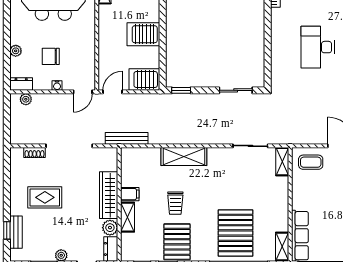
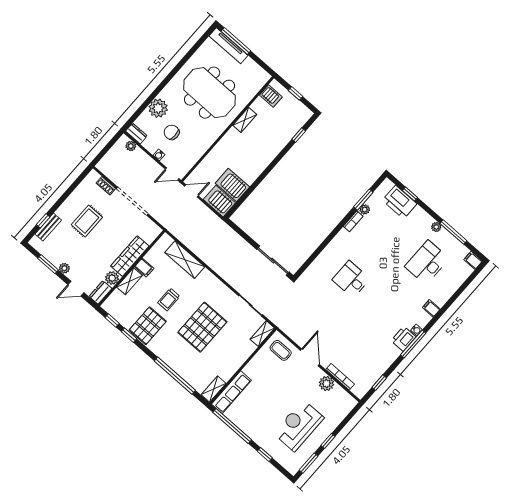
server rack: (143, 34) -> (232, 185), moved
desk: (318, 47) -> (351, 279), width x0.73
plant: (16, 51) -> (158, 108), width x1.88, depth x1.88
window: (181, 90) -> (237, 229), removed
sliding door: (236, 90) -> (273, 261), width x1.37
bench: (127, 138) -> (174, 229), removed
shelving: (184, 156) -> (185, 260), moved
rug: (45, 197) -> (87, 221), turned 90
pallet: (235, 233) -> (202, 327), moved

